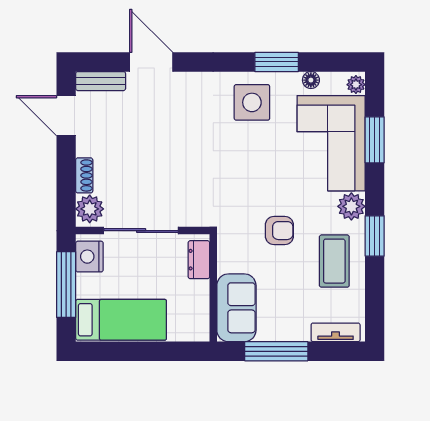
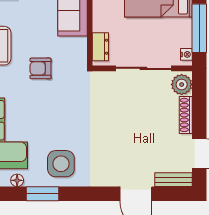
shoe rack: (84, 175) -> (186, 115), width x1.43
nightstand: (89, 257) -> (186, 54), width x0.53, depth x0.56

